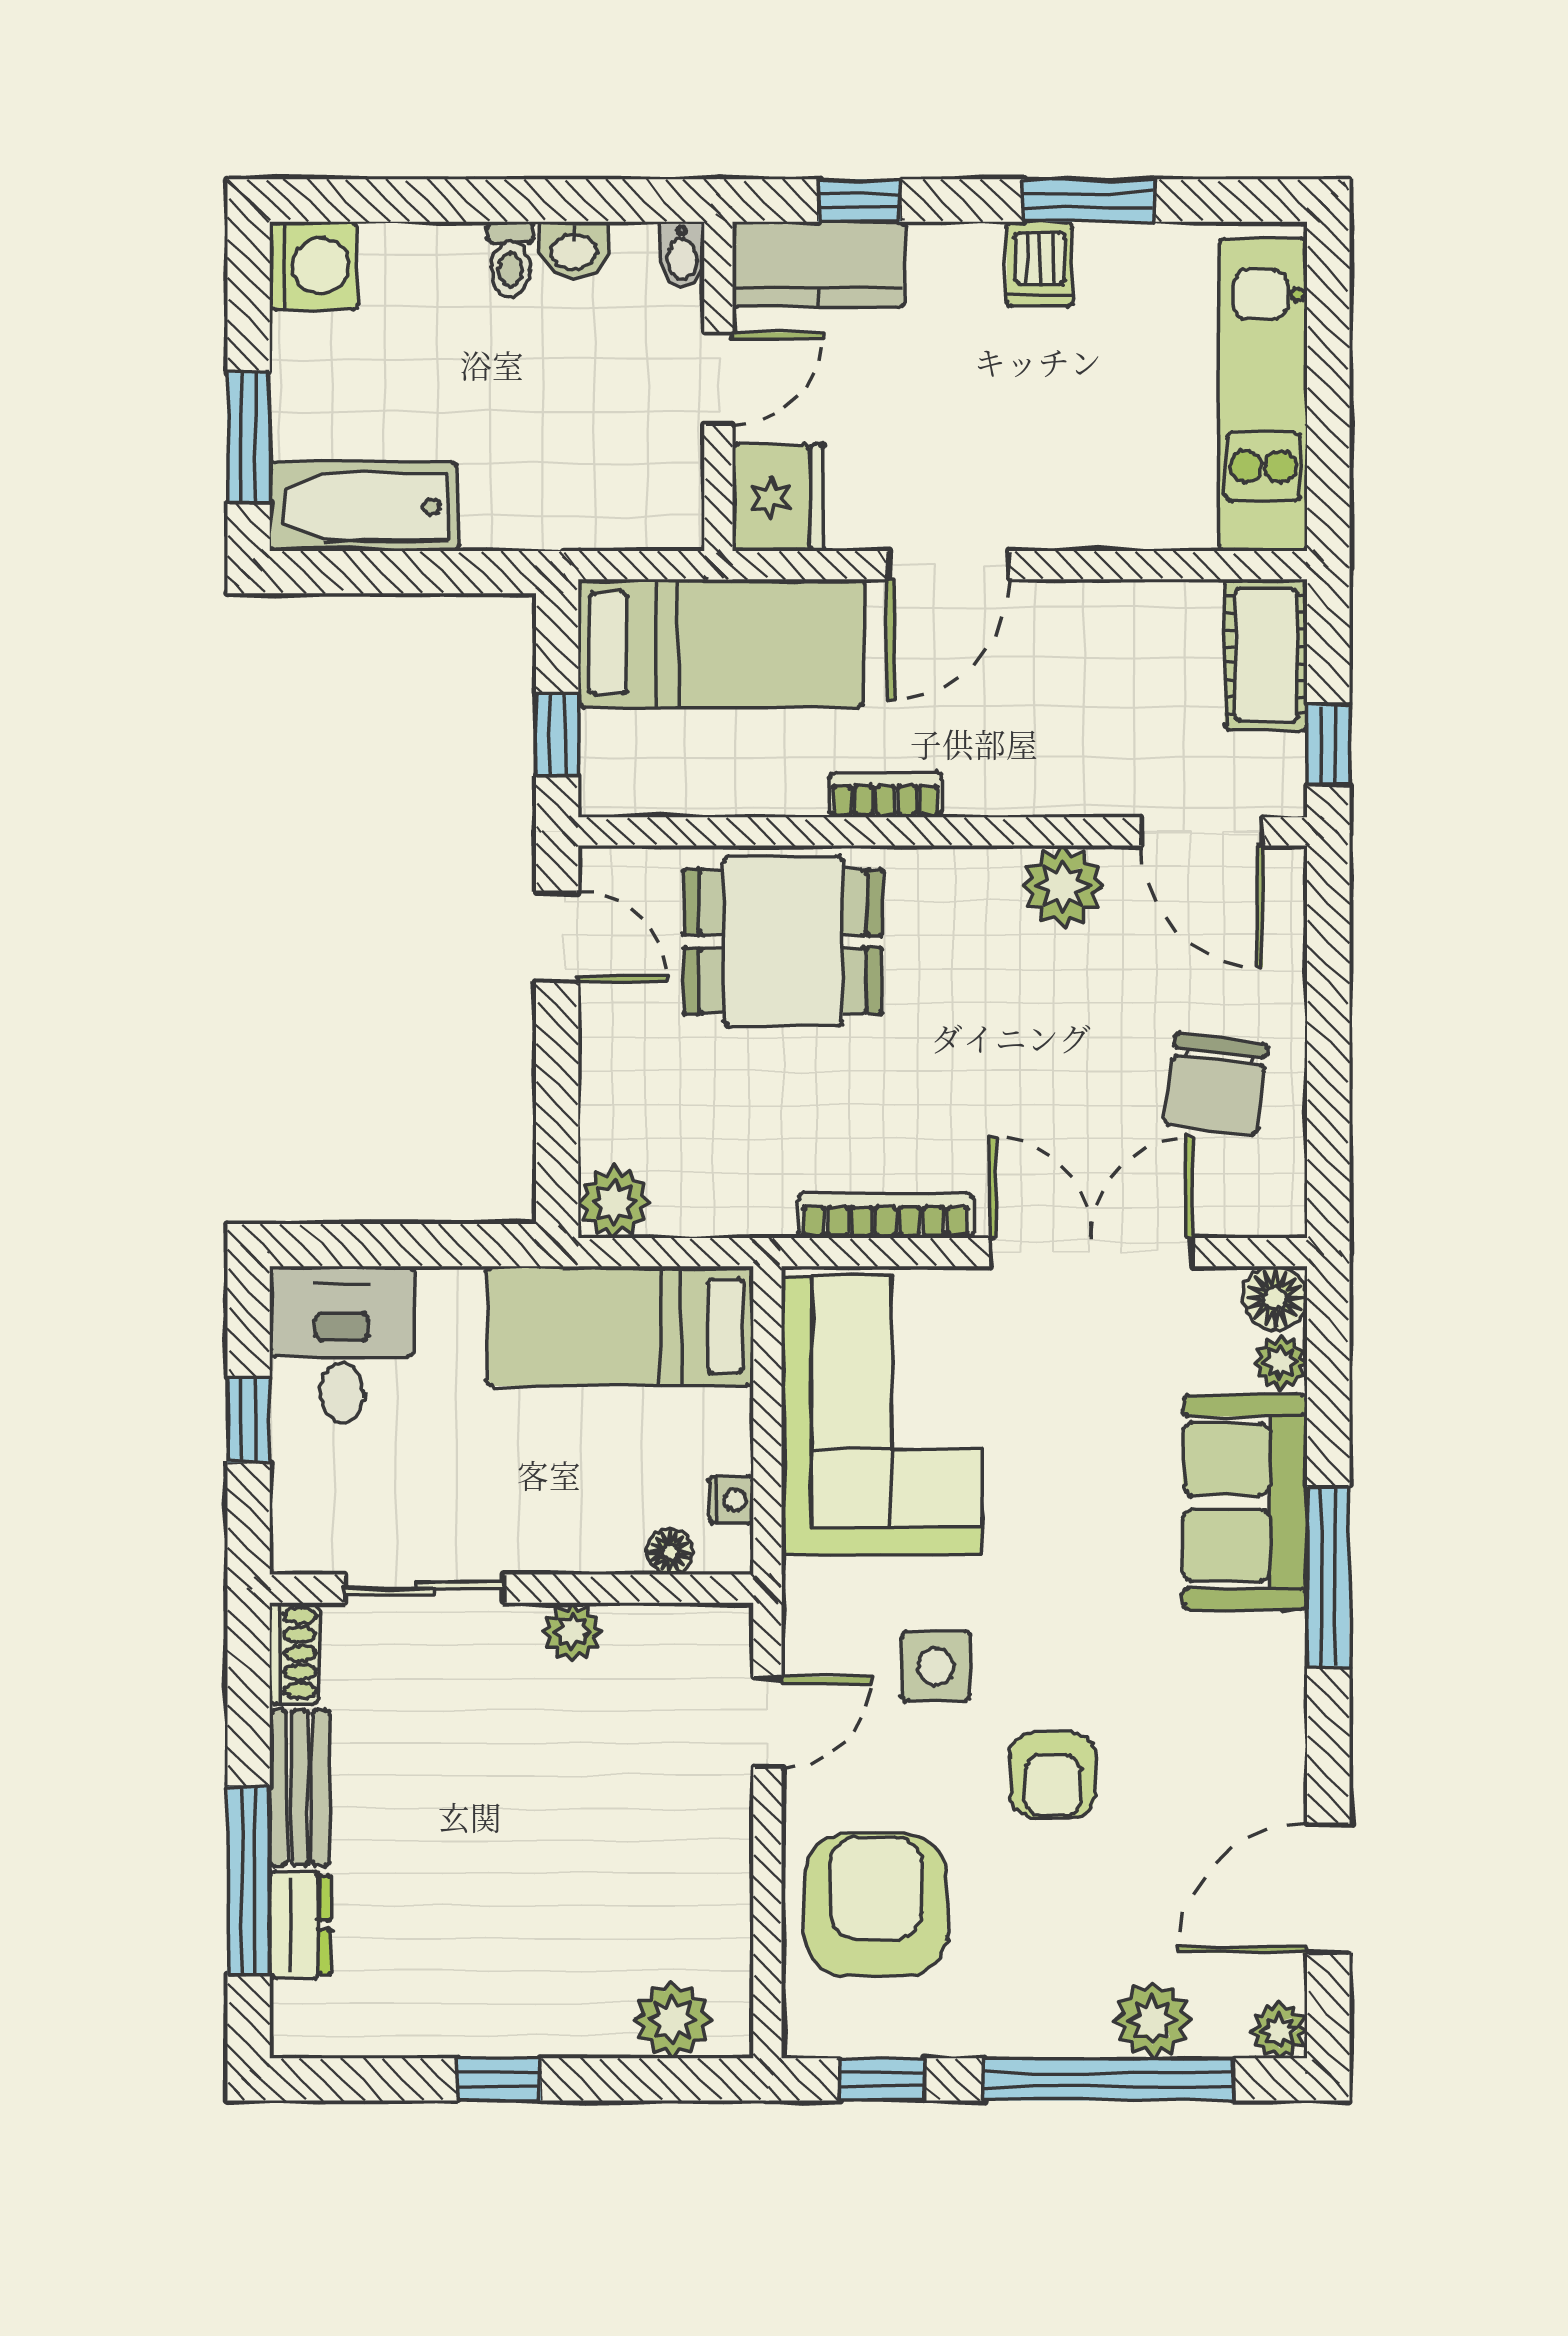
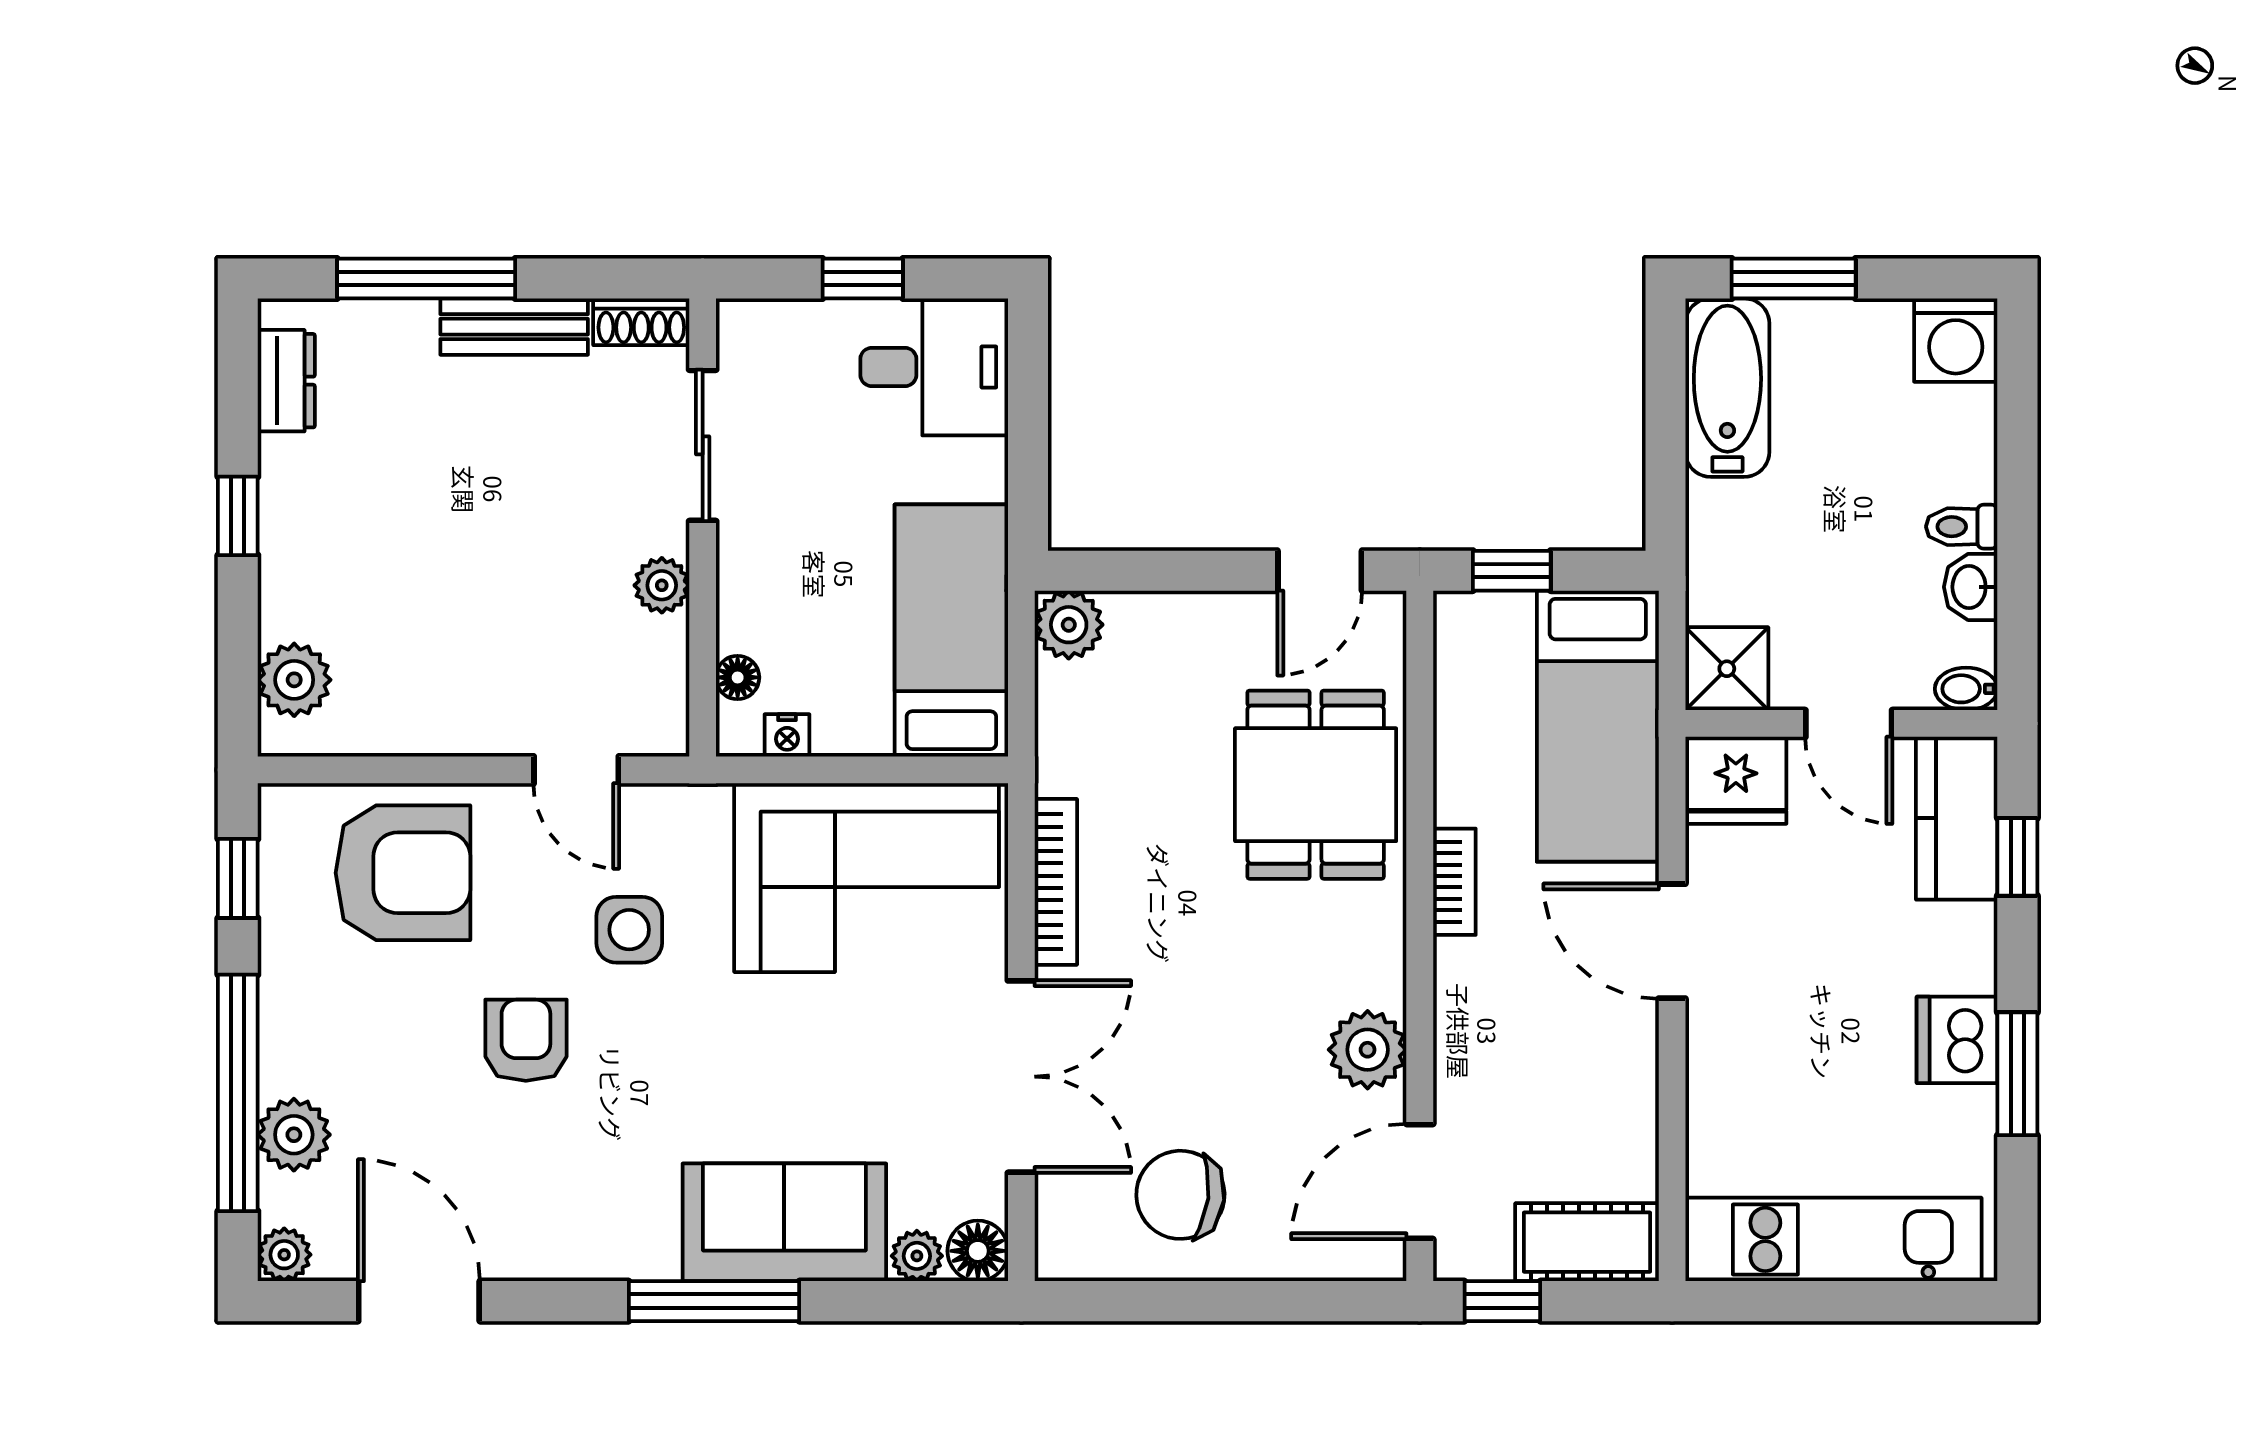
dishwasher: (1040, 264) -> (1957, 1040), width x1.38
shower: (661, 507) -> (1727, 669), added
armchair: (1053, 1775) -> (526, 1040), turned 90
dresser: (300, 1925) -> (286, 381), moved, turned -90

